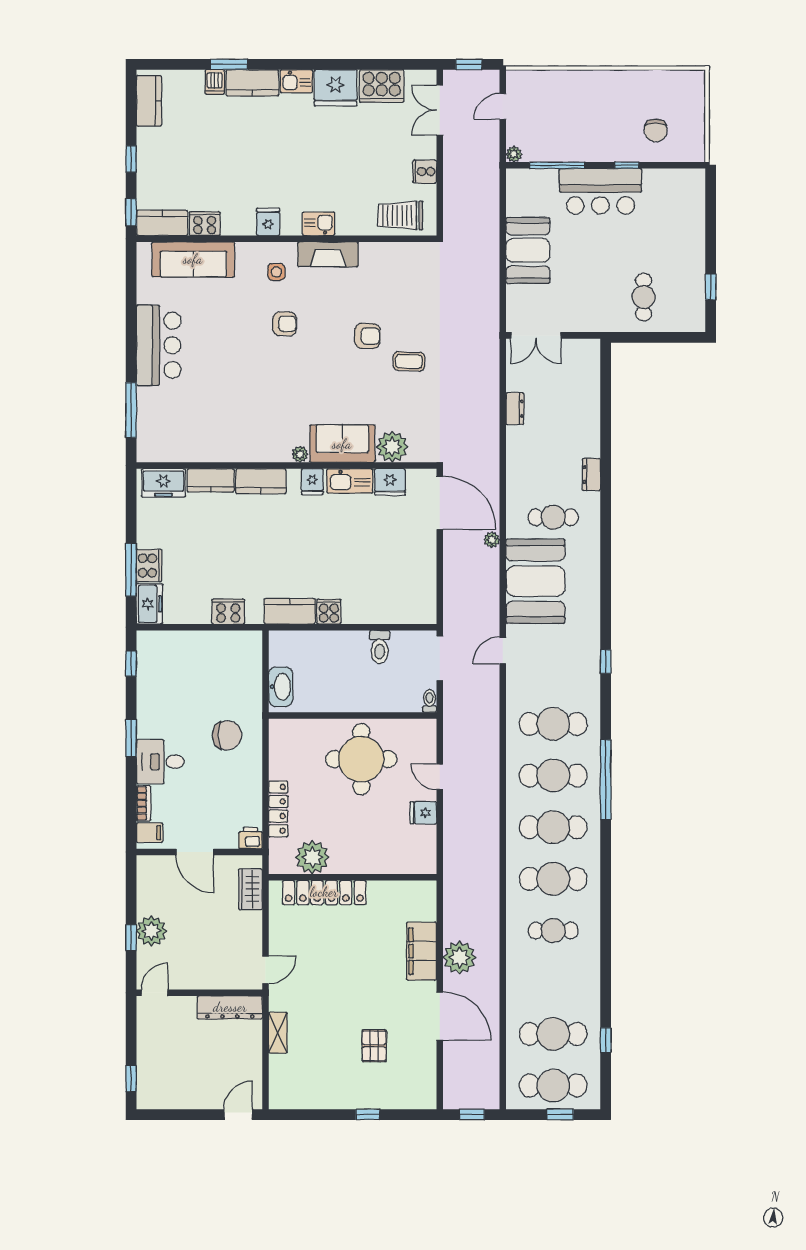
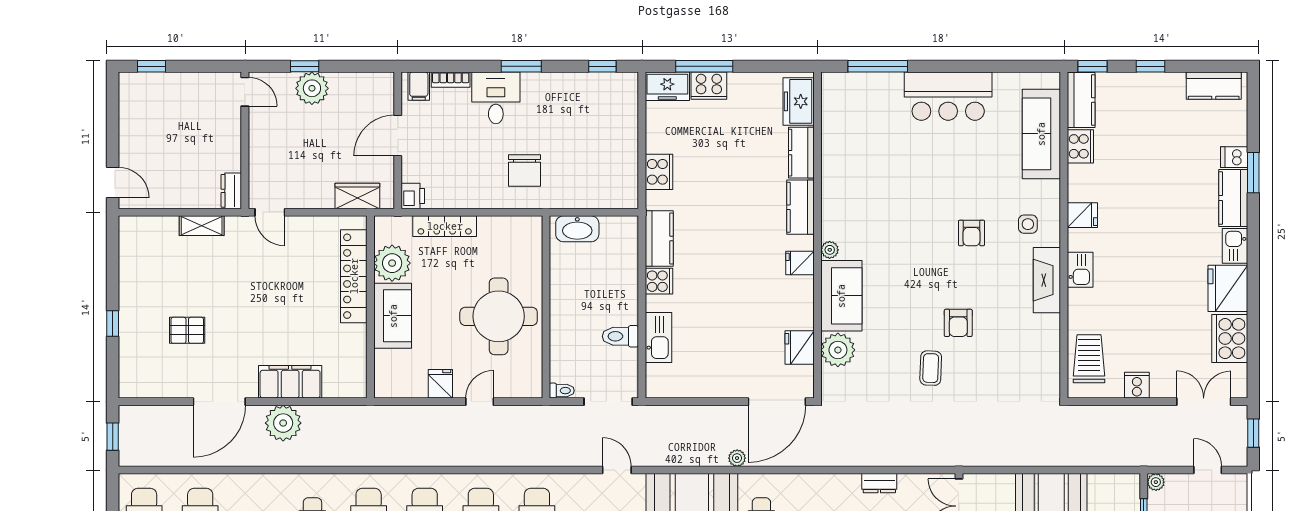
kitchen sink: (350, 481) -> (658, 338), moved, turned 180
sofa: (361, 857) -> (393, 316), added
dresser: (230, 1007) -> (231, 191), width x0.51, depth x0.80

